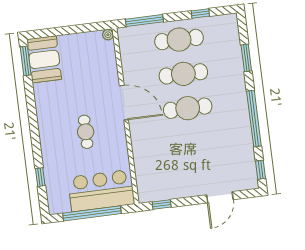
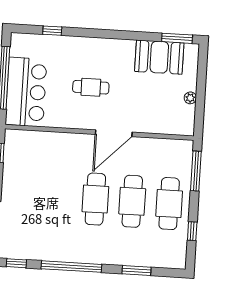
plant: (108, 35) -> (190, 98), moved
booth: (44, 59) -> (159, 57), moved

